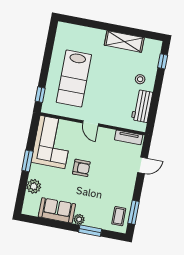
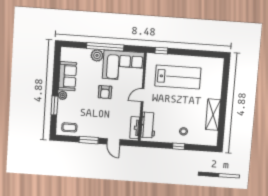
window: (163, 61) -> (179, 146), moved
lab bench: (74, 78) -> (178, 77), turned 180
workbench: (142, 106) -> (148, 125), moved, turned 90
window: (27, 161) -> (105, 47), width x2.11
plant: (34, 186) -> (97, 55), moved
window: (134, 212) -> (89, 140), moved

